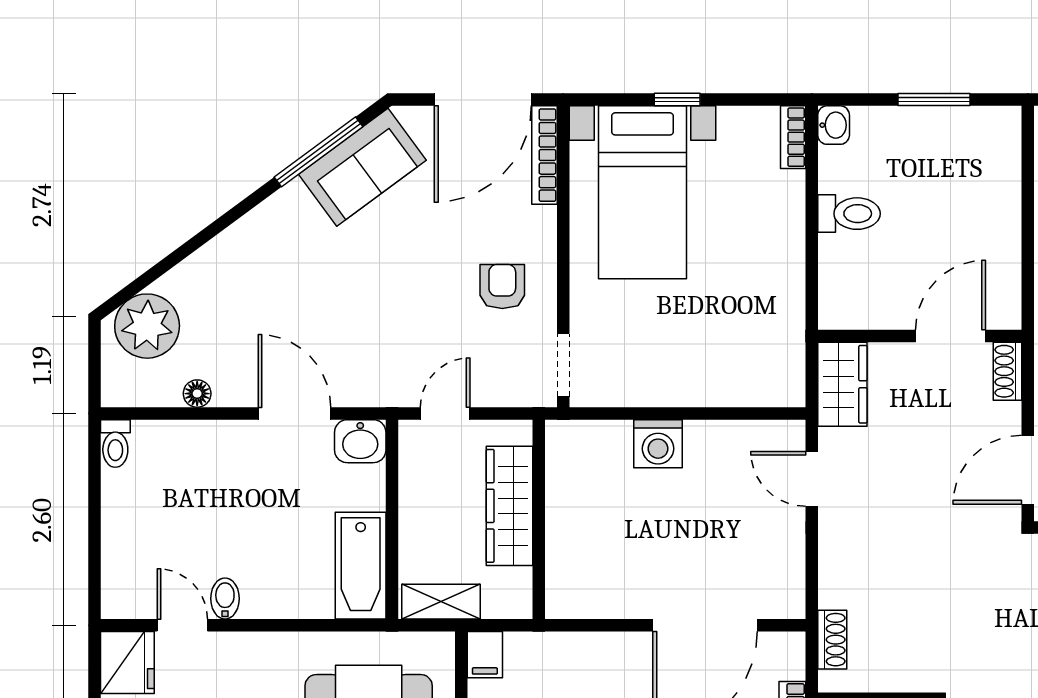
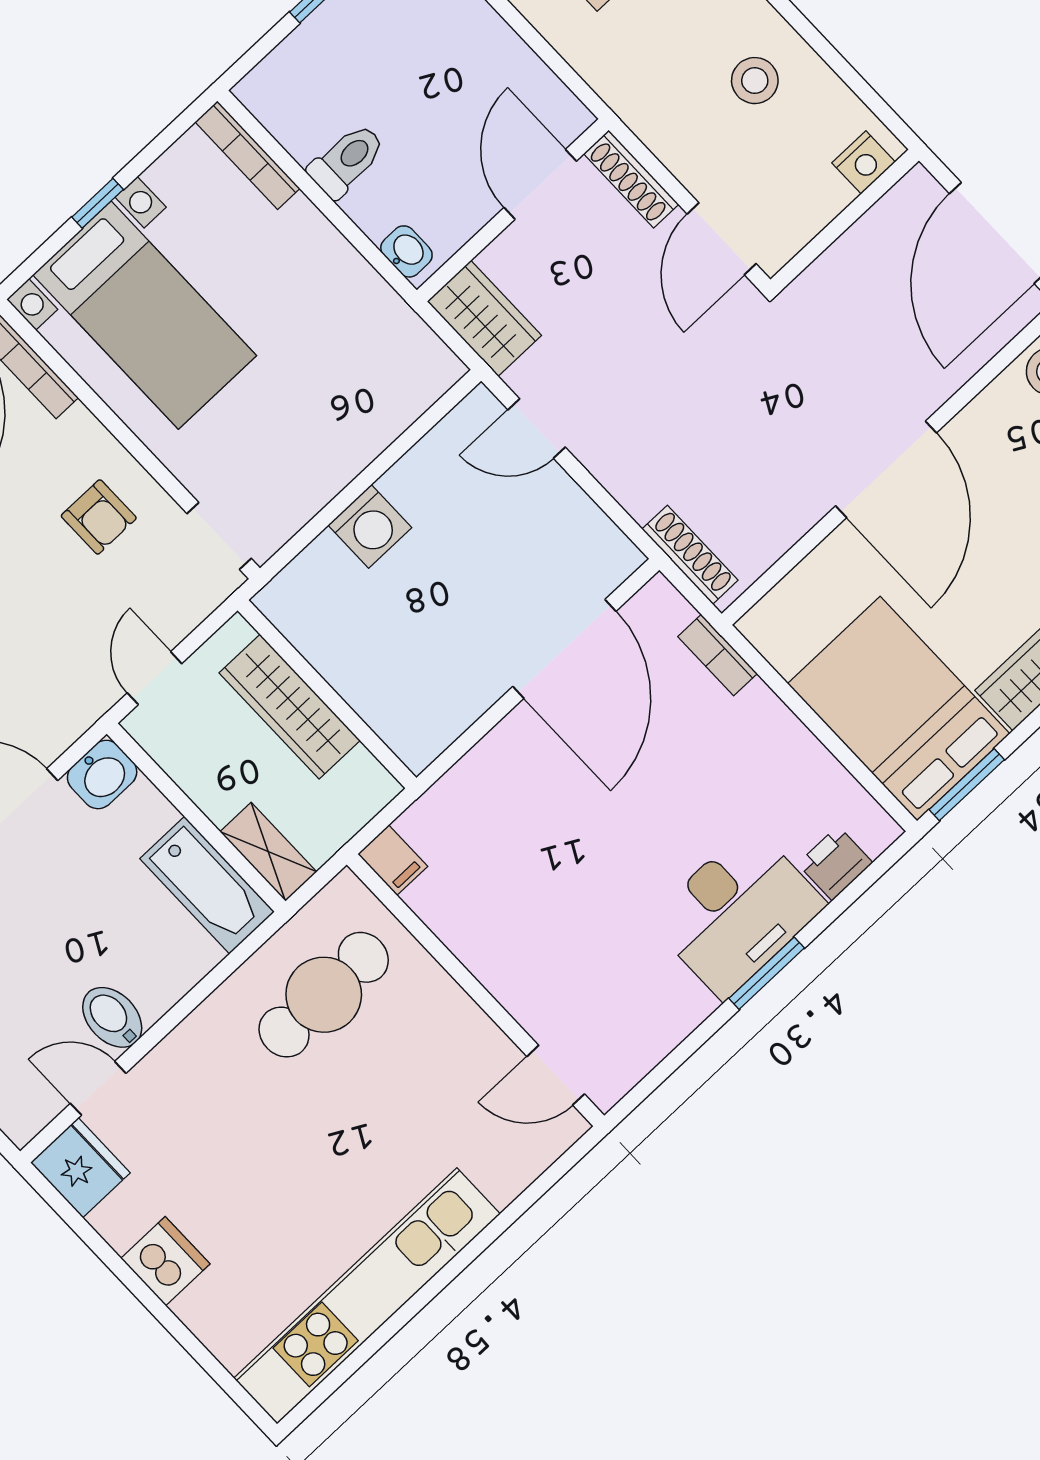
washbasin: (834, 125) -> (406, 251), moved
bookcase: (793, 137) -> (247, 155), width x1.56
armchair: (502, 286) -> (99, 517), turned 180
shoe rack: (1008, 371) -> (631, 179), width x1.43
bidet: (225, 599) -> (112, 1017), width x1.38, depth x1.36
shelving: (441, 602) -> (268, 852), moved, turned 90
shoe rack: (832, 640) -> (690, 555), width x1.43

